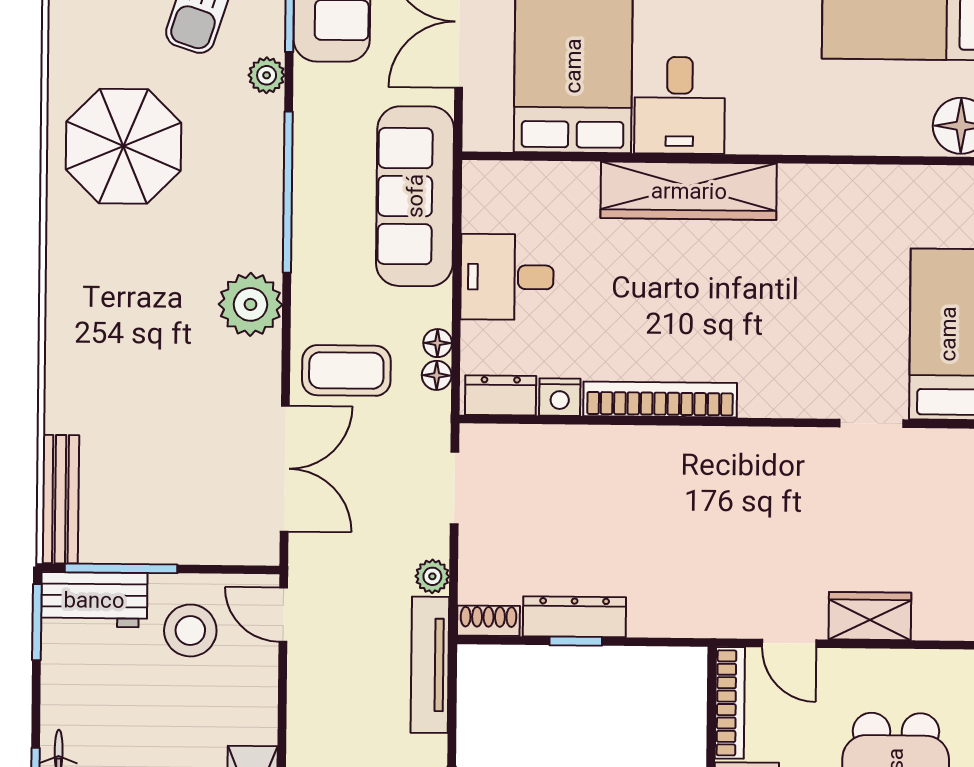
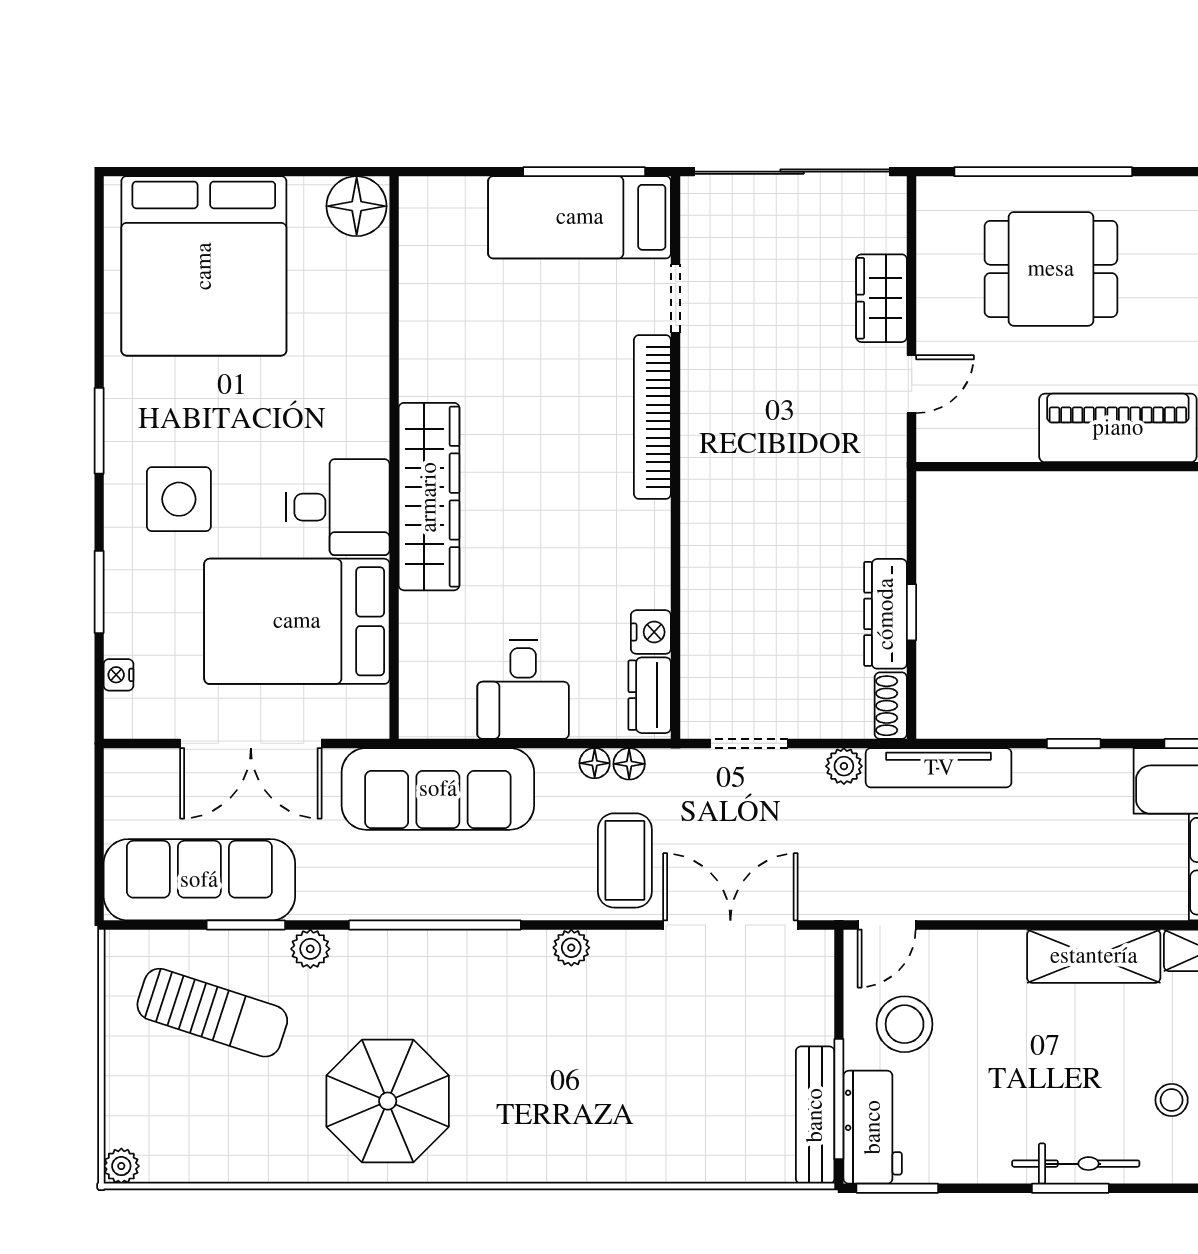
plant: (250, 304) -> (571, 948), width x0.53, depth x0.53
bookcase: (660, 399) -> (652, 417), moved
bench: (60, 499) -> (815, 1115), moved, turned 90
bookcase: (730, 703) -> (976, 447), removed

